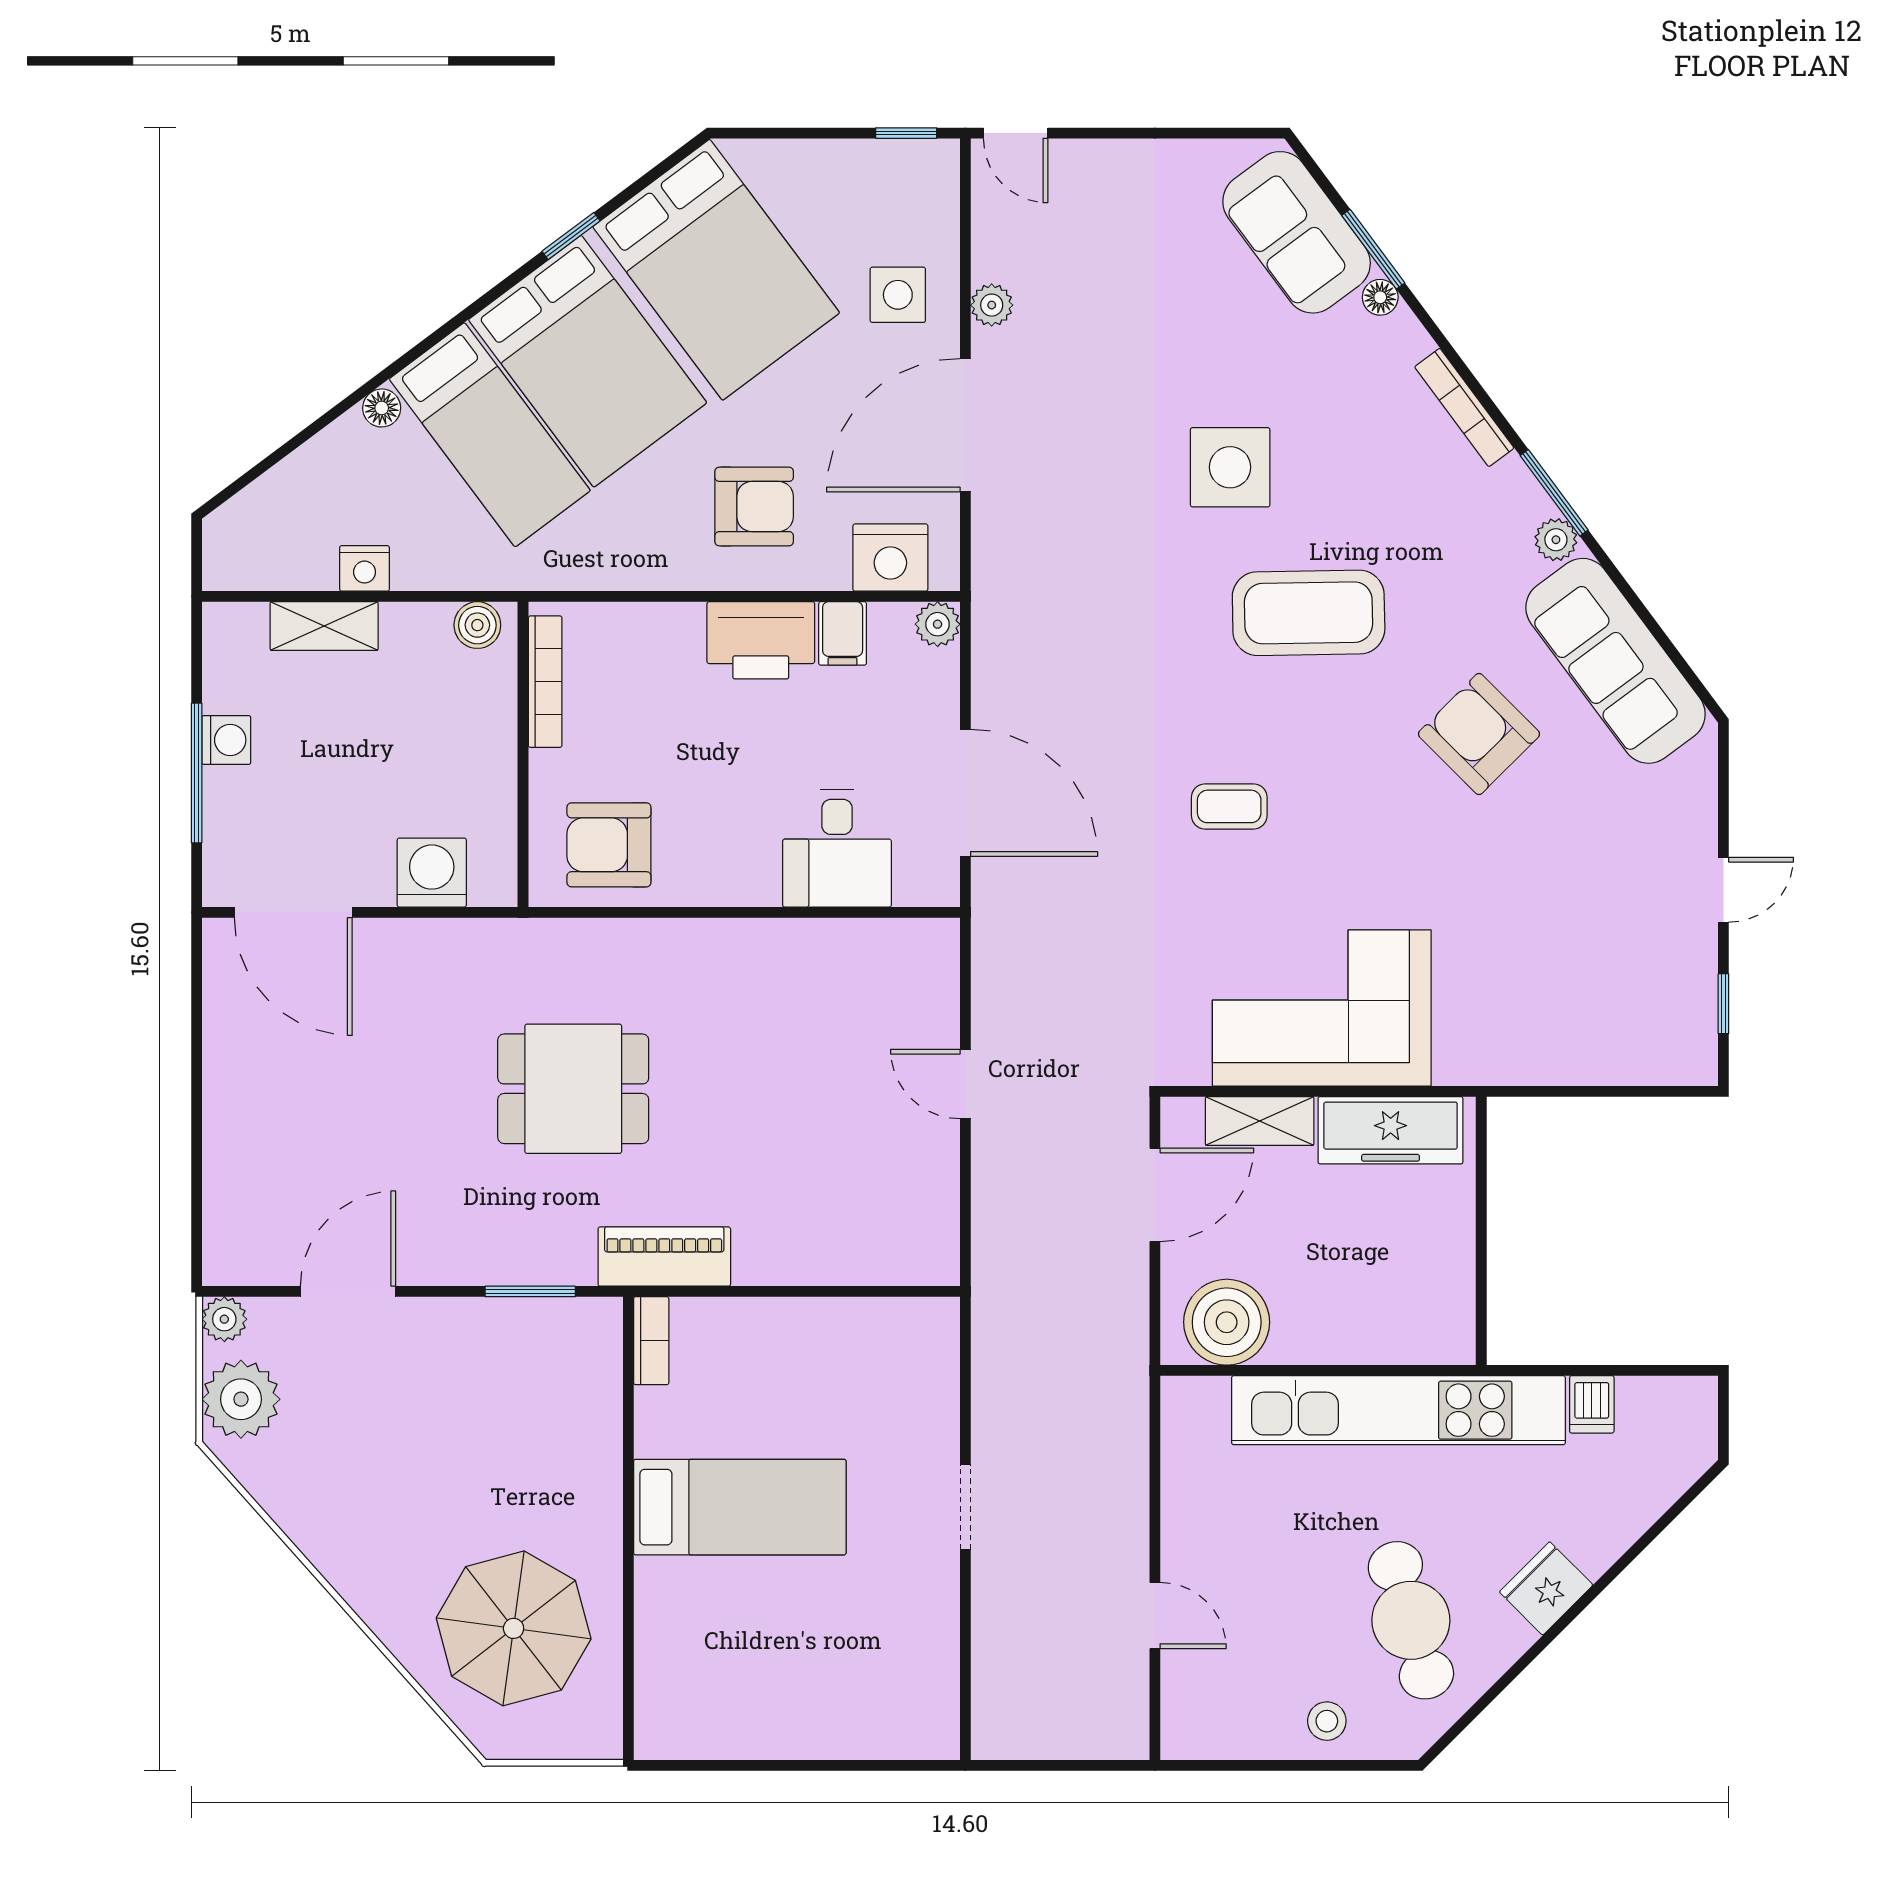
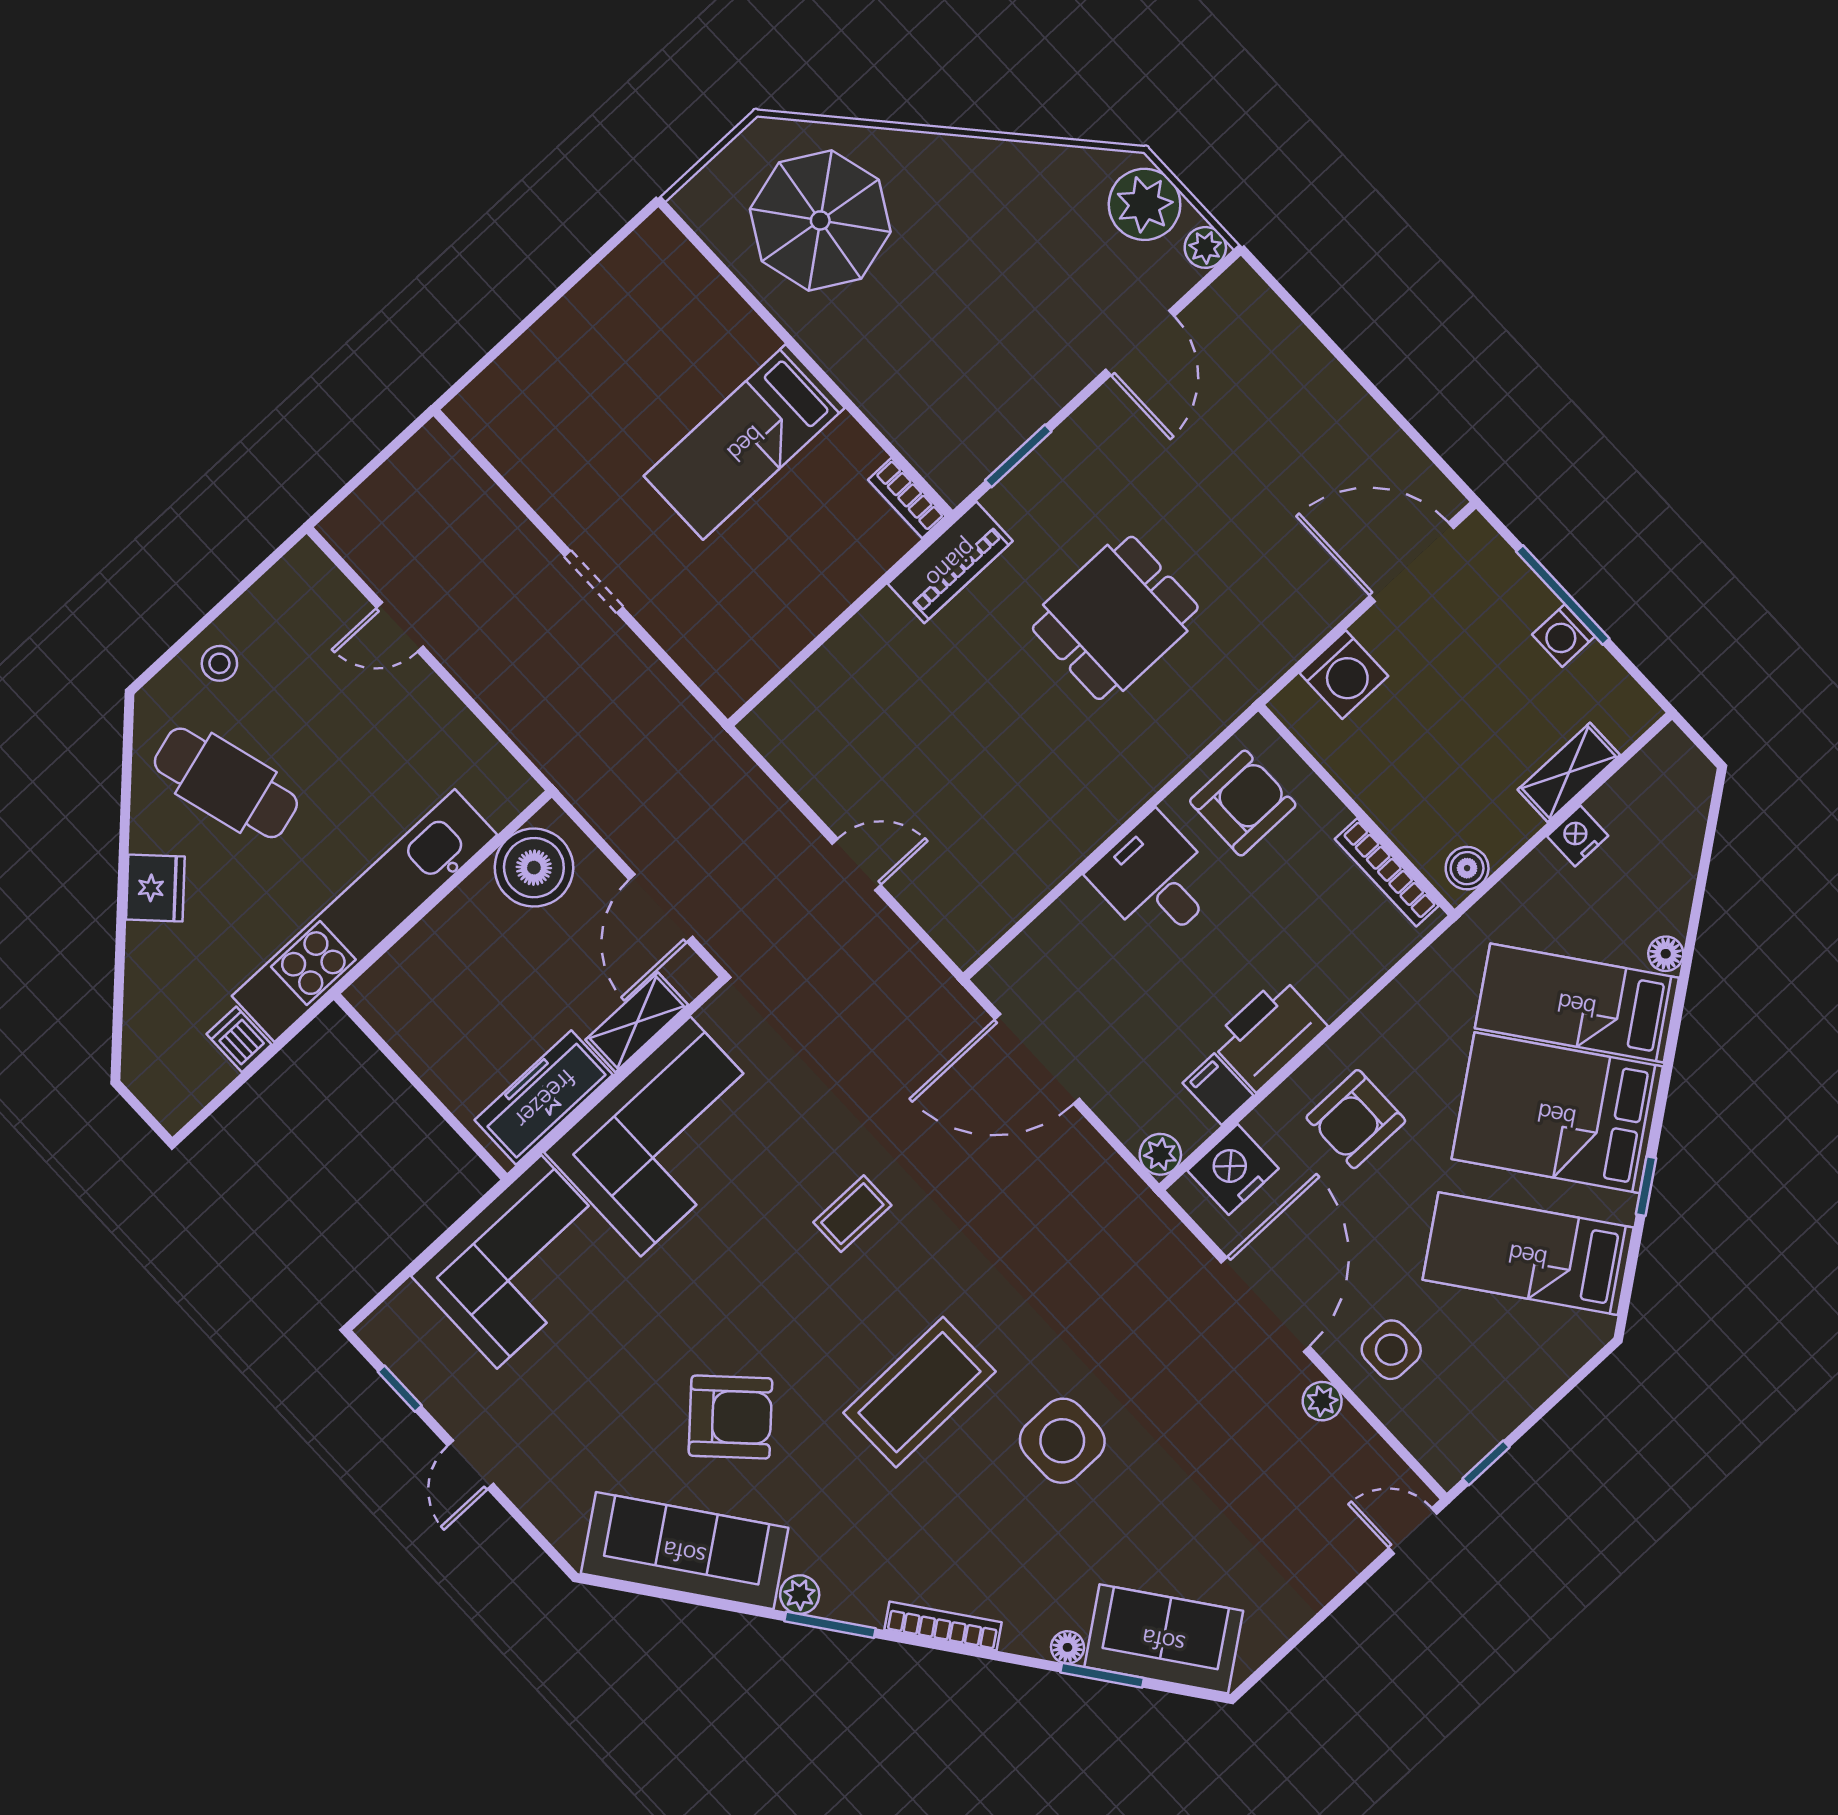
bed: (716, 270) -> (1528, 1254), width x0.67
desk: (837, 849) -> (1155, 880), moved
corner sofa: (1533, 1017) -> (519, 1262), added

